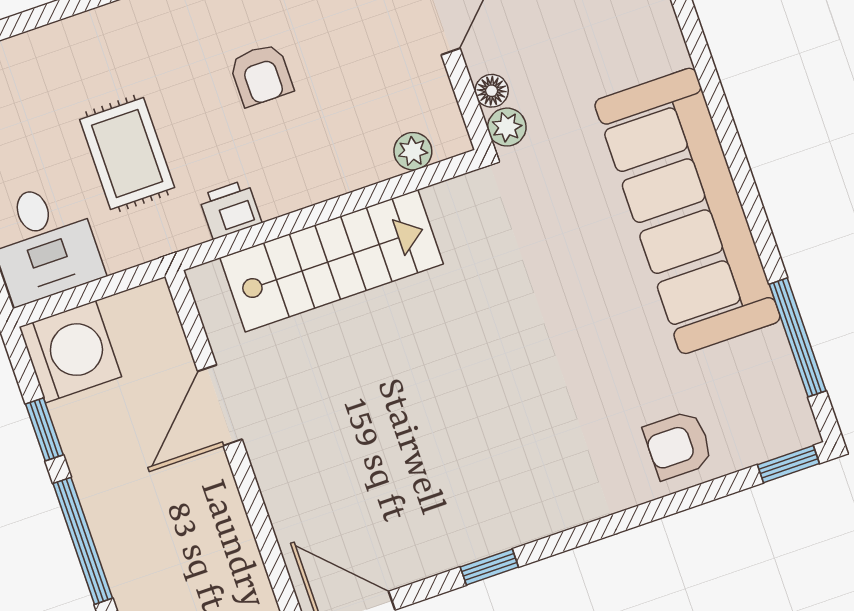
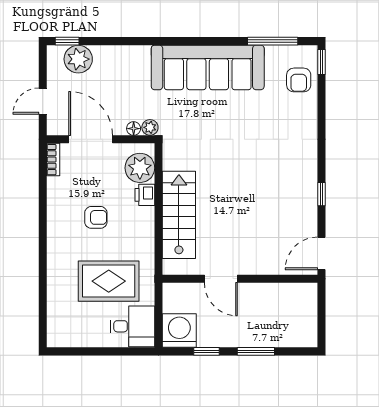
plant: (413, 151) -> (140, 168), width x1.88, depth x1.88
rug: (127, 153) -> (109, 281), width x1.36, depth x1.43
printer: (230, 209) -> (145, 195), moved
armchair: (678, 445) -> (299, 80), moved
window: (83, 541) -> (256, 351), width x0.69

